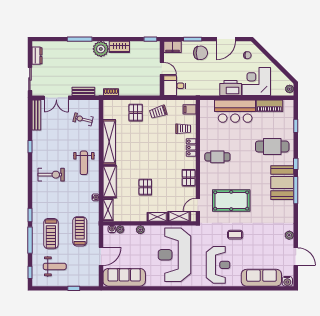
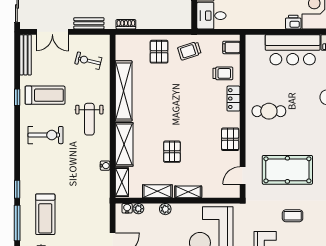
printer: (231, 88) -> (293, 22), width x0.53, depth x0.68
shelving: (179, 216) -> (157, 191), moved
treadmill: (80, 231) -> (45, 95), moved, turned 90

